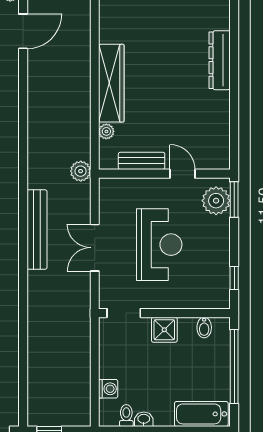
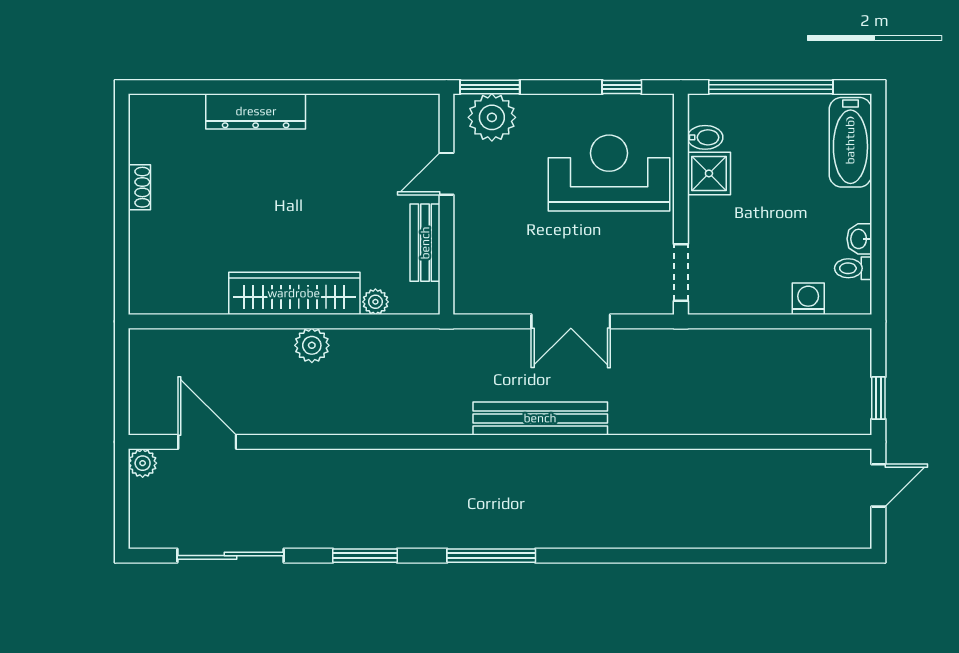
plant: (81, 171) -> (312, 345), moved
reception desk: (159, 245) -> (609, 173), moved
shower: (164, 330) -> (709, 173), moved

